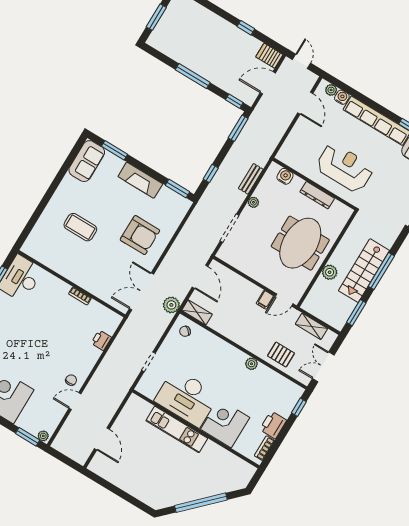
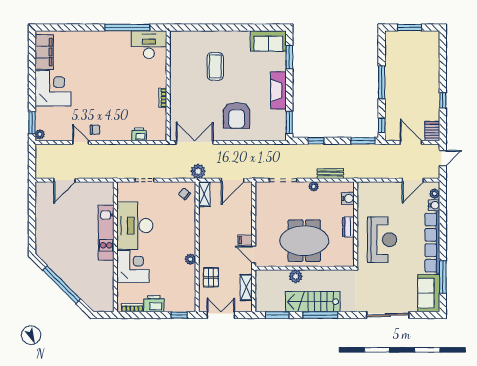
dresser: (317, 195) -> (348, 227), width x0.70

